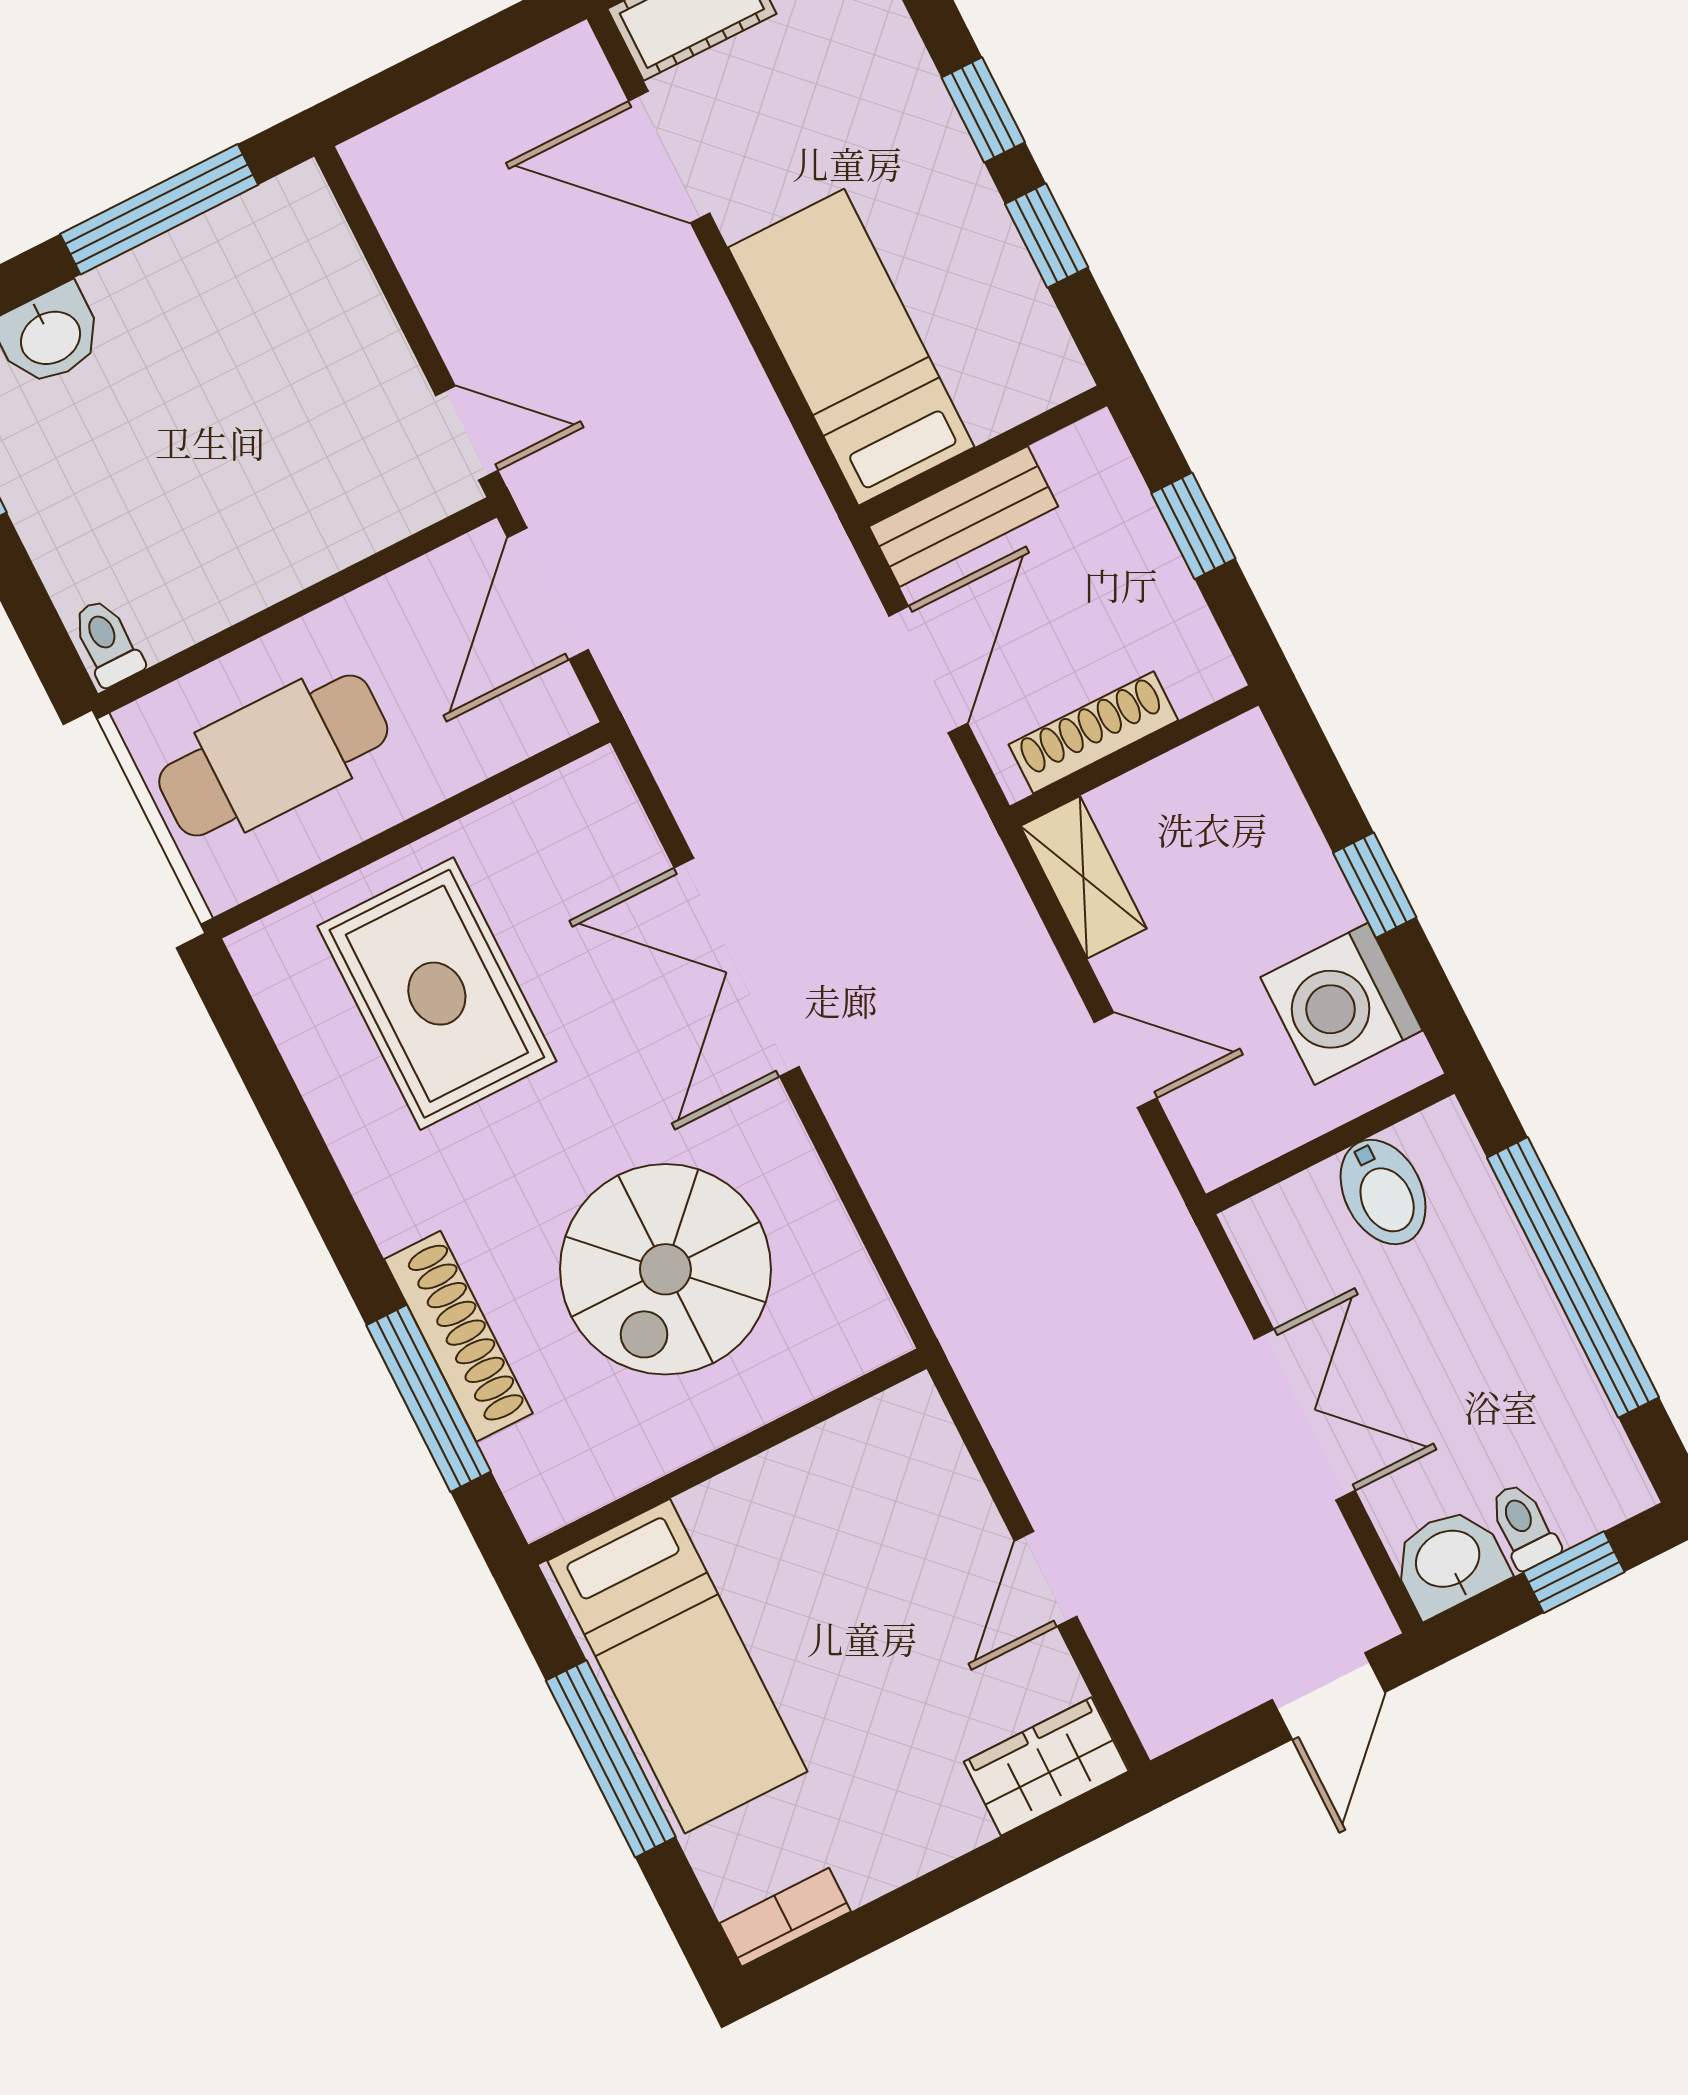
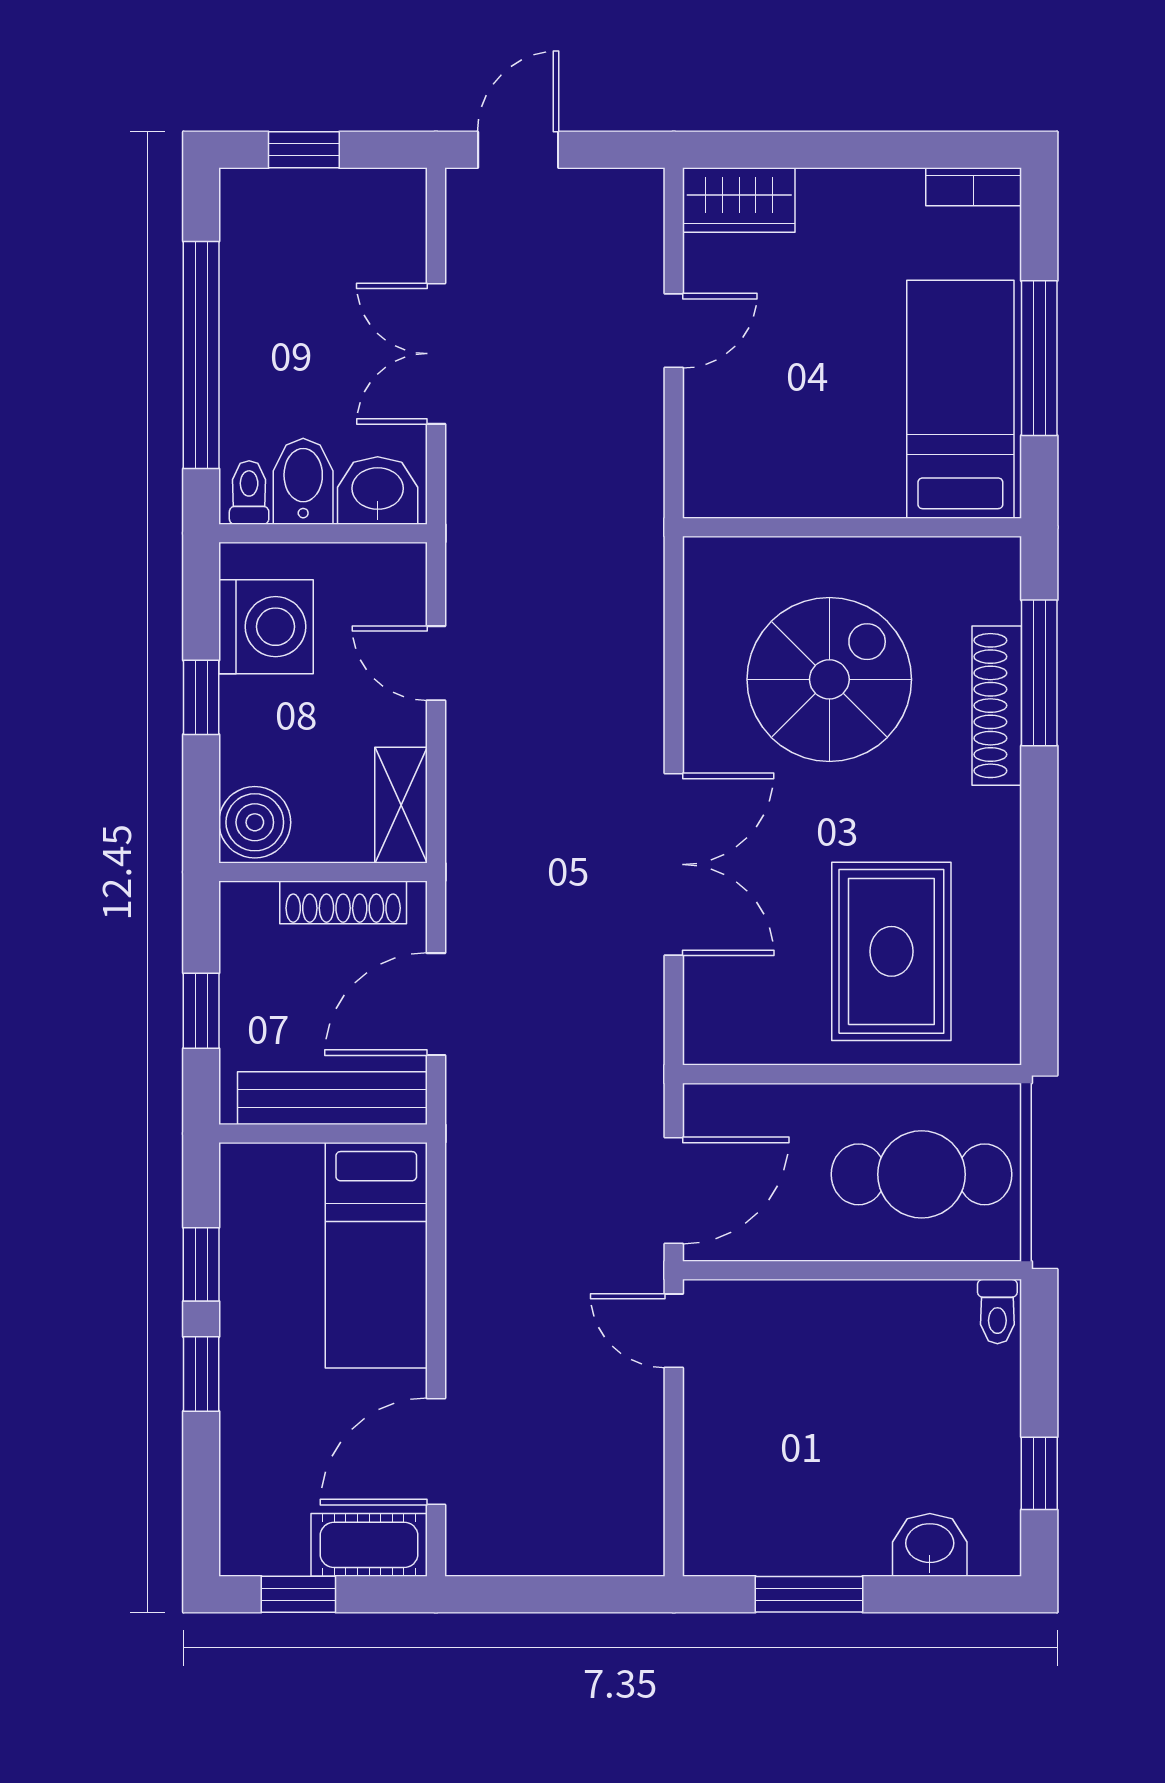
door: (669, 157) -> (436, 1451), swing flipped
window: (159, 209) -> (809, 1594), width x0.69
bench: (964, 516) -> (332, 1098), width x1.36
boiler: (1241, 773) -> (255, 822), added
toilet: (1524, 1526) -> (249, 492), moved, turned 180
washbasin: (1449, 1561) -> (378, 490), moved, turned 180

